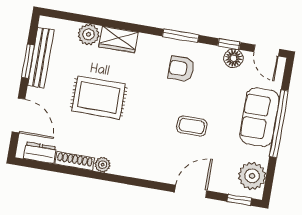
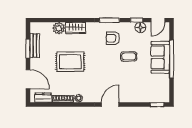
door: (267, 51) -> (158, 20), hinge flipped
bench: (41, 58) -> (35, 46), width x0.73
coffee table: (192, 126) -> (129, 56), moved
plant: (252, 176) -> (162, 90), removed
door: (191, 191) -> (110, 105), moved

